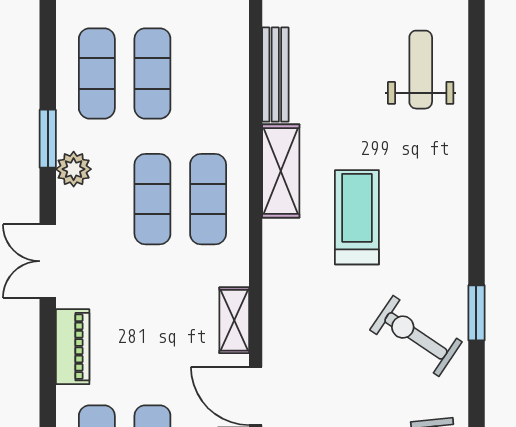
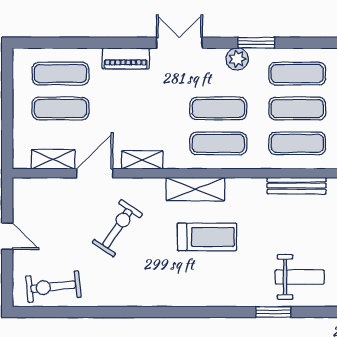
exercise mat: (208, 73) -> (297, 143), added
shelving: (281, 171) -> (195, 189), moved
window: (476, 313) -> (273, 312), moved
exercise bike: (416, 336) -> (117, 228), moved

